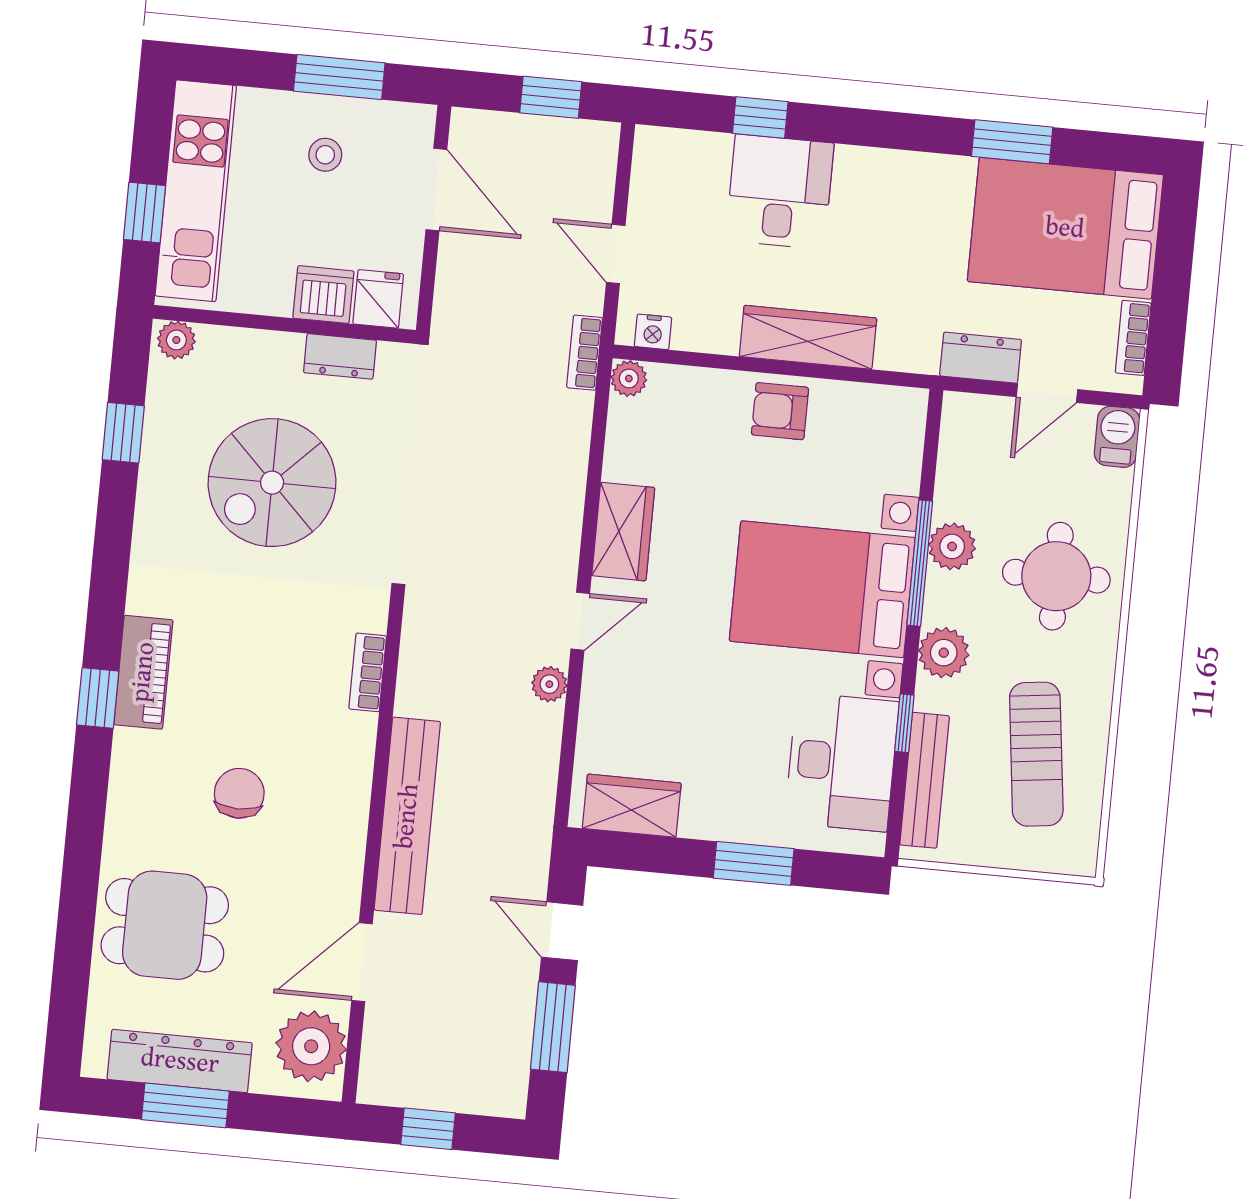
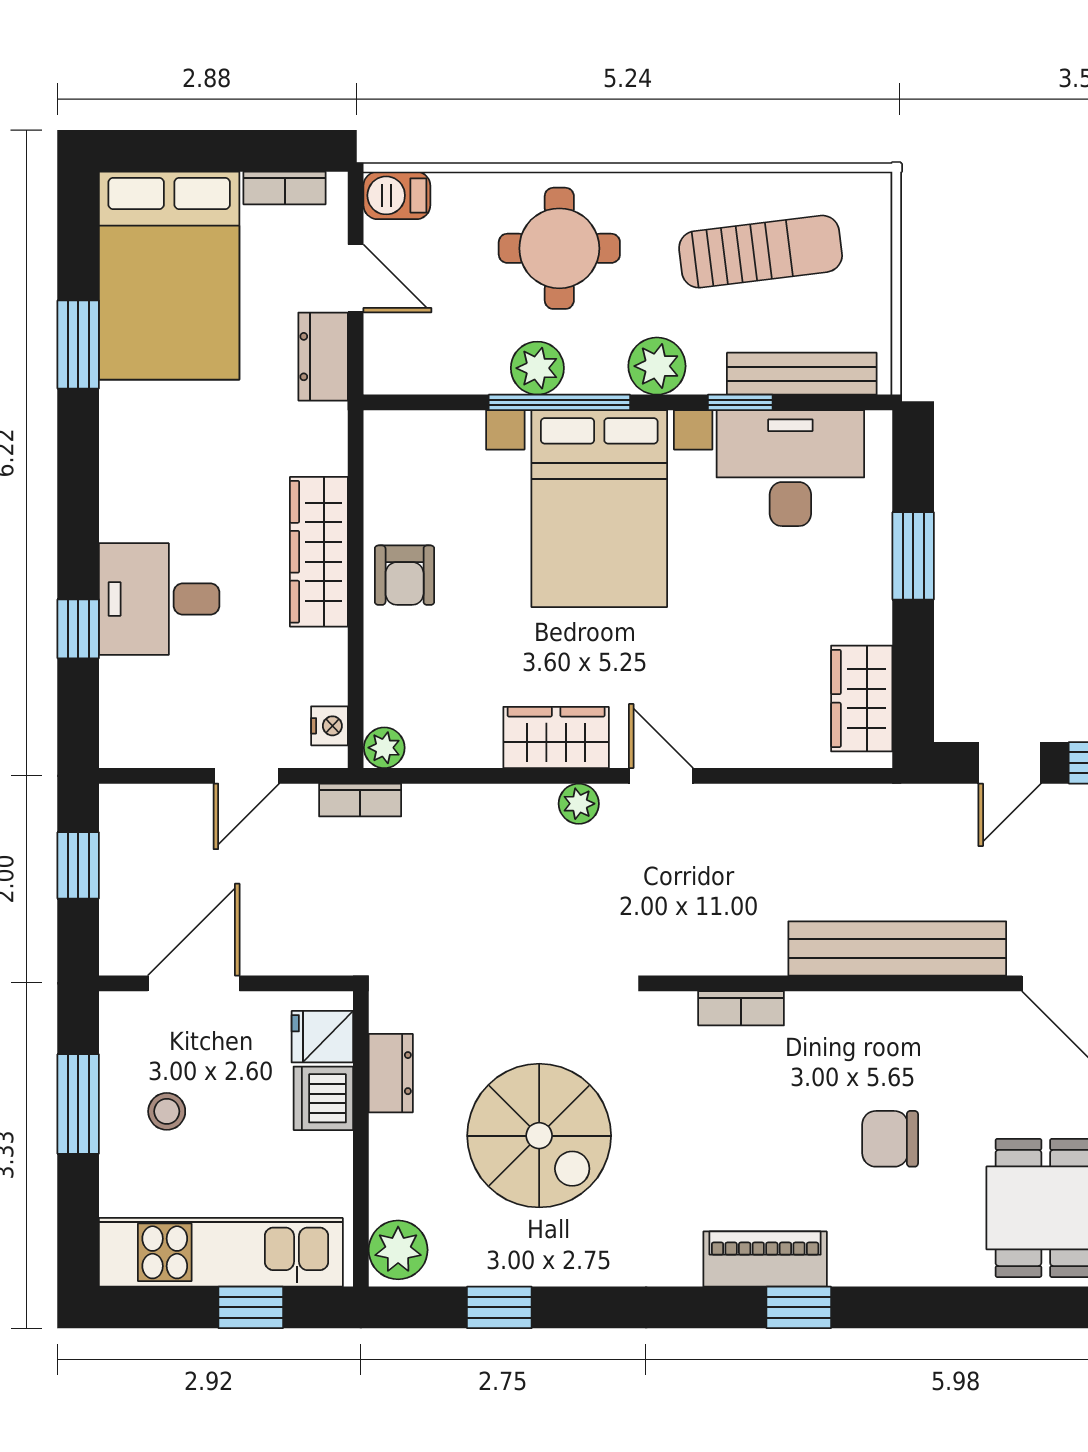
plant: (176, 340) -> (398, 1250), width x1.38, depth x1.38
plant: (549, 684) -> (579, 804), moved

